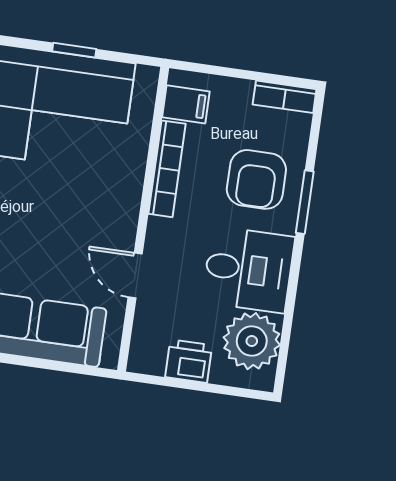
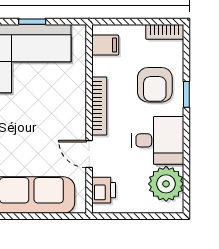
bookcase: (167, 169) -> (99, 106), moved
window: (305, 202) -> (186, 94), width x0.67
printer: (189, 361) -> (104, 190), moved, turned 90

